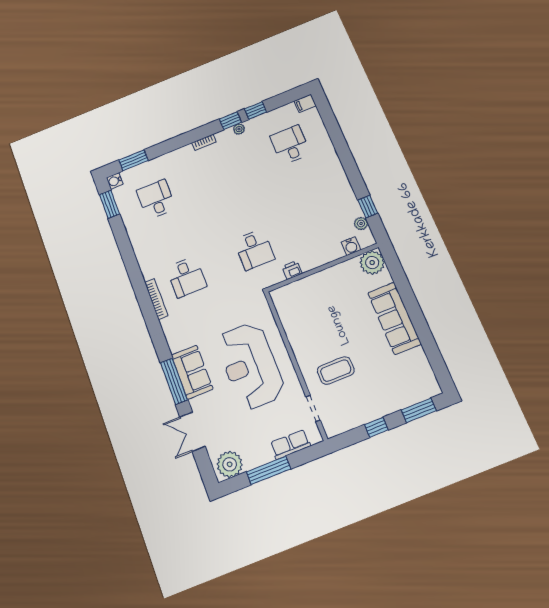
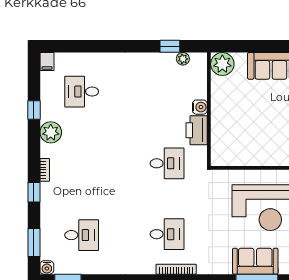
window: (230, 121) -> (34, 192), moved
plant: (239, 129) -> (51, 132), width x1.88, depth x1.88
desk: (156, 199) -> (82, 235), turned 180
water cooler: (351, 246) -> (200, 107), moved
printer: (292, 270) -> (197, 130), width x1.87, depth x1.48

